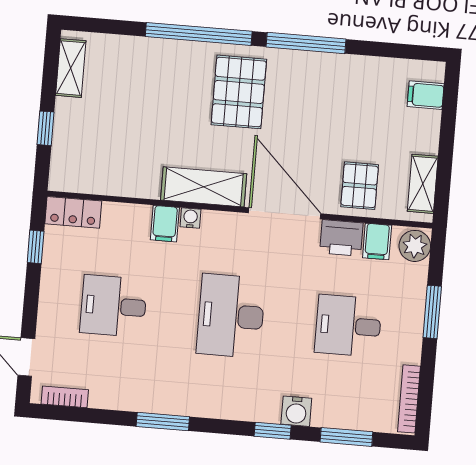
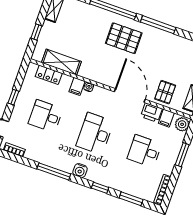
pallet: (239, 92) -> (124, 38), turned 90
shelving: (204, 187) -> (61, 62), moved
locker: (73, 212) -> (49, 75), moved
window: (36, 247) -> (13, 97), moved
water cooler: (296, 411) -> (80, 171), moved
window: (163, 422) -> (54, 171), width x1.44

